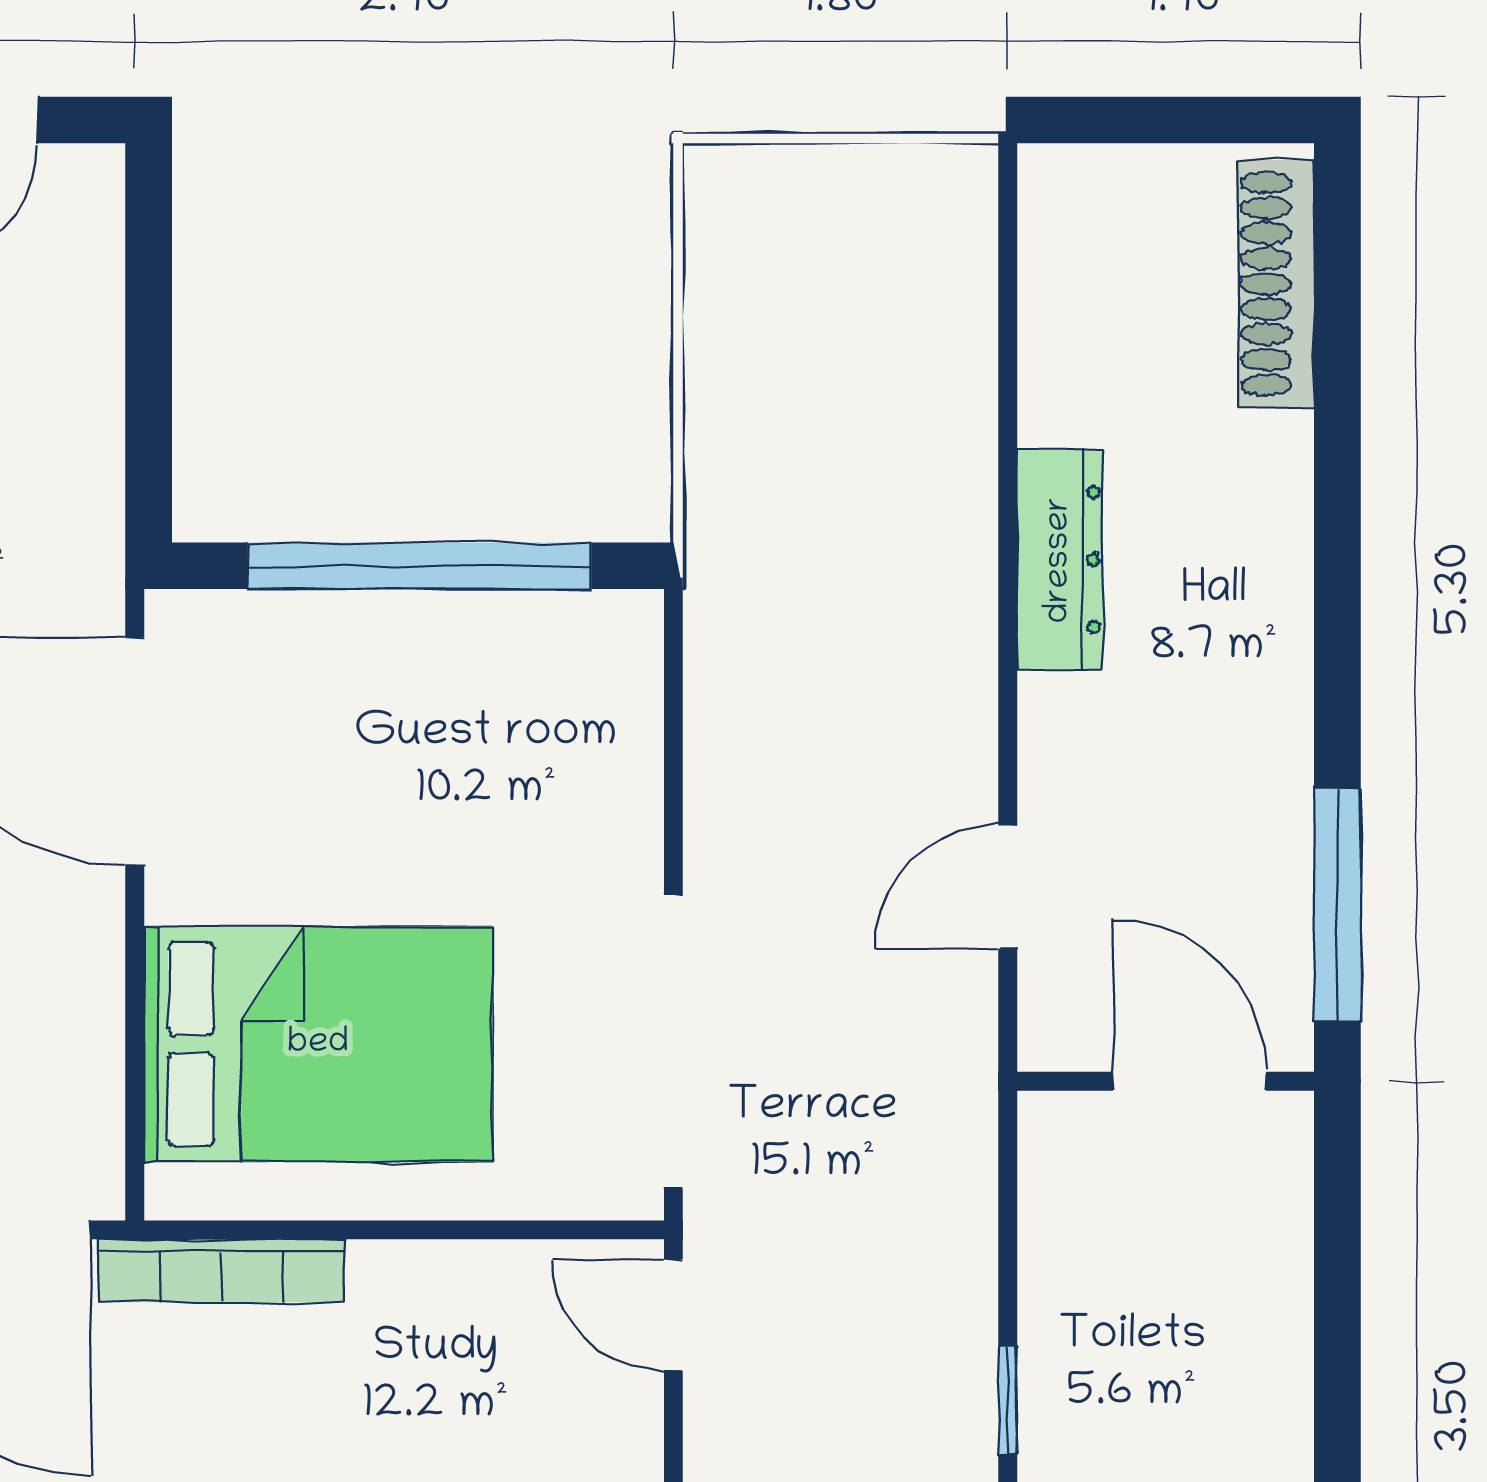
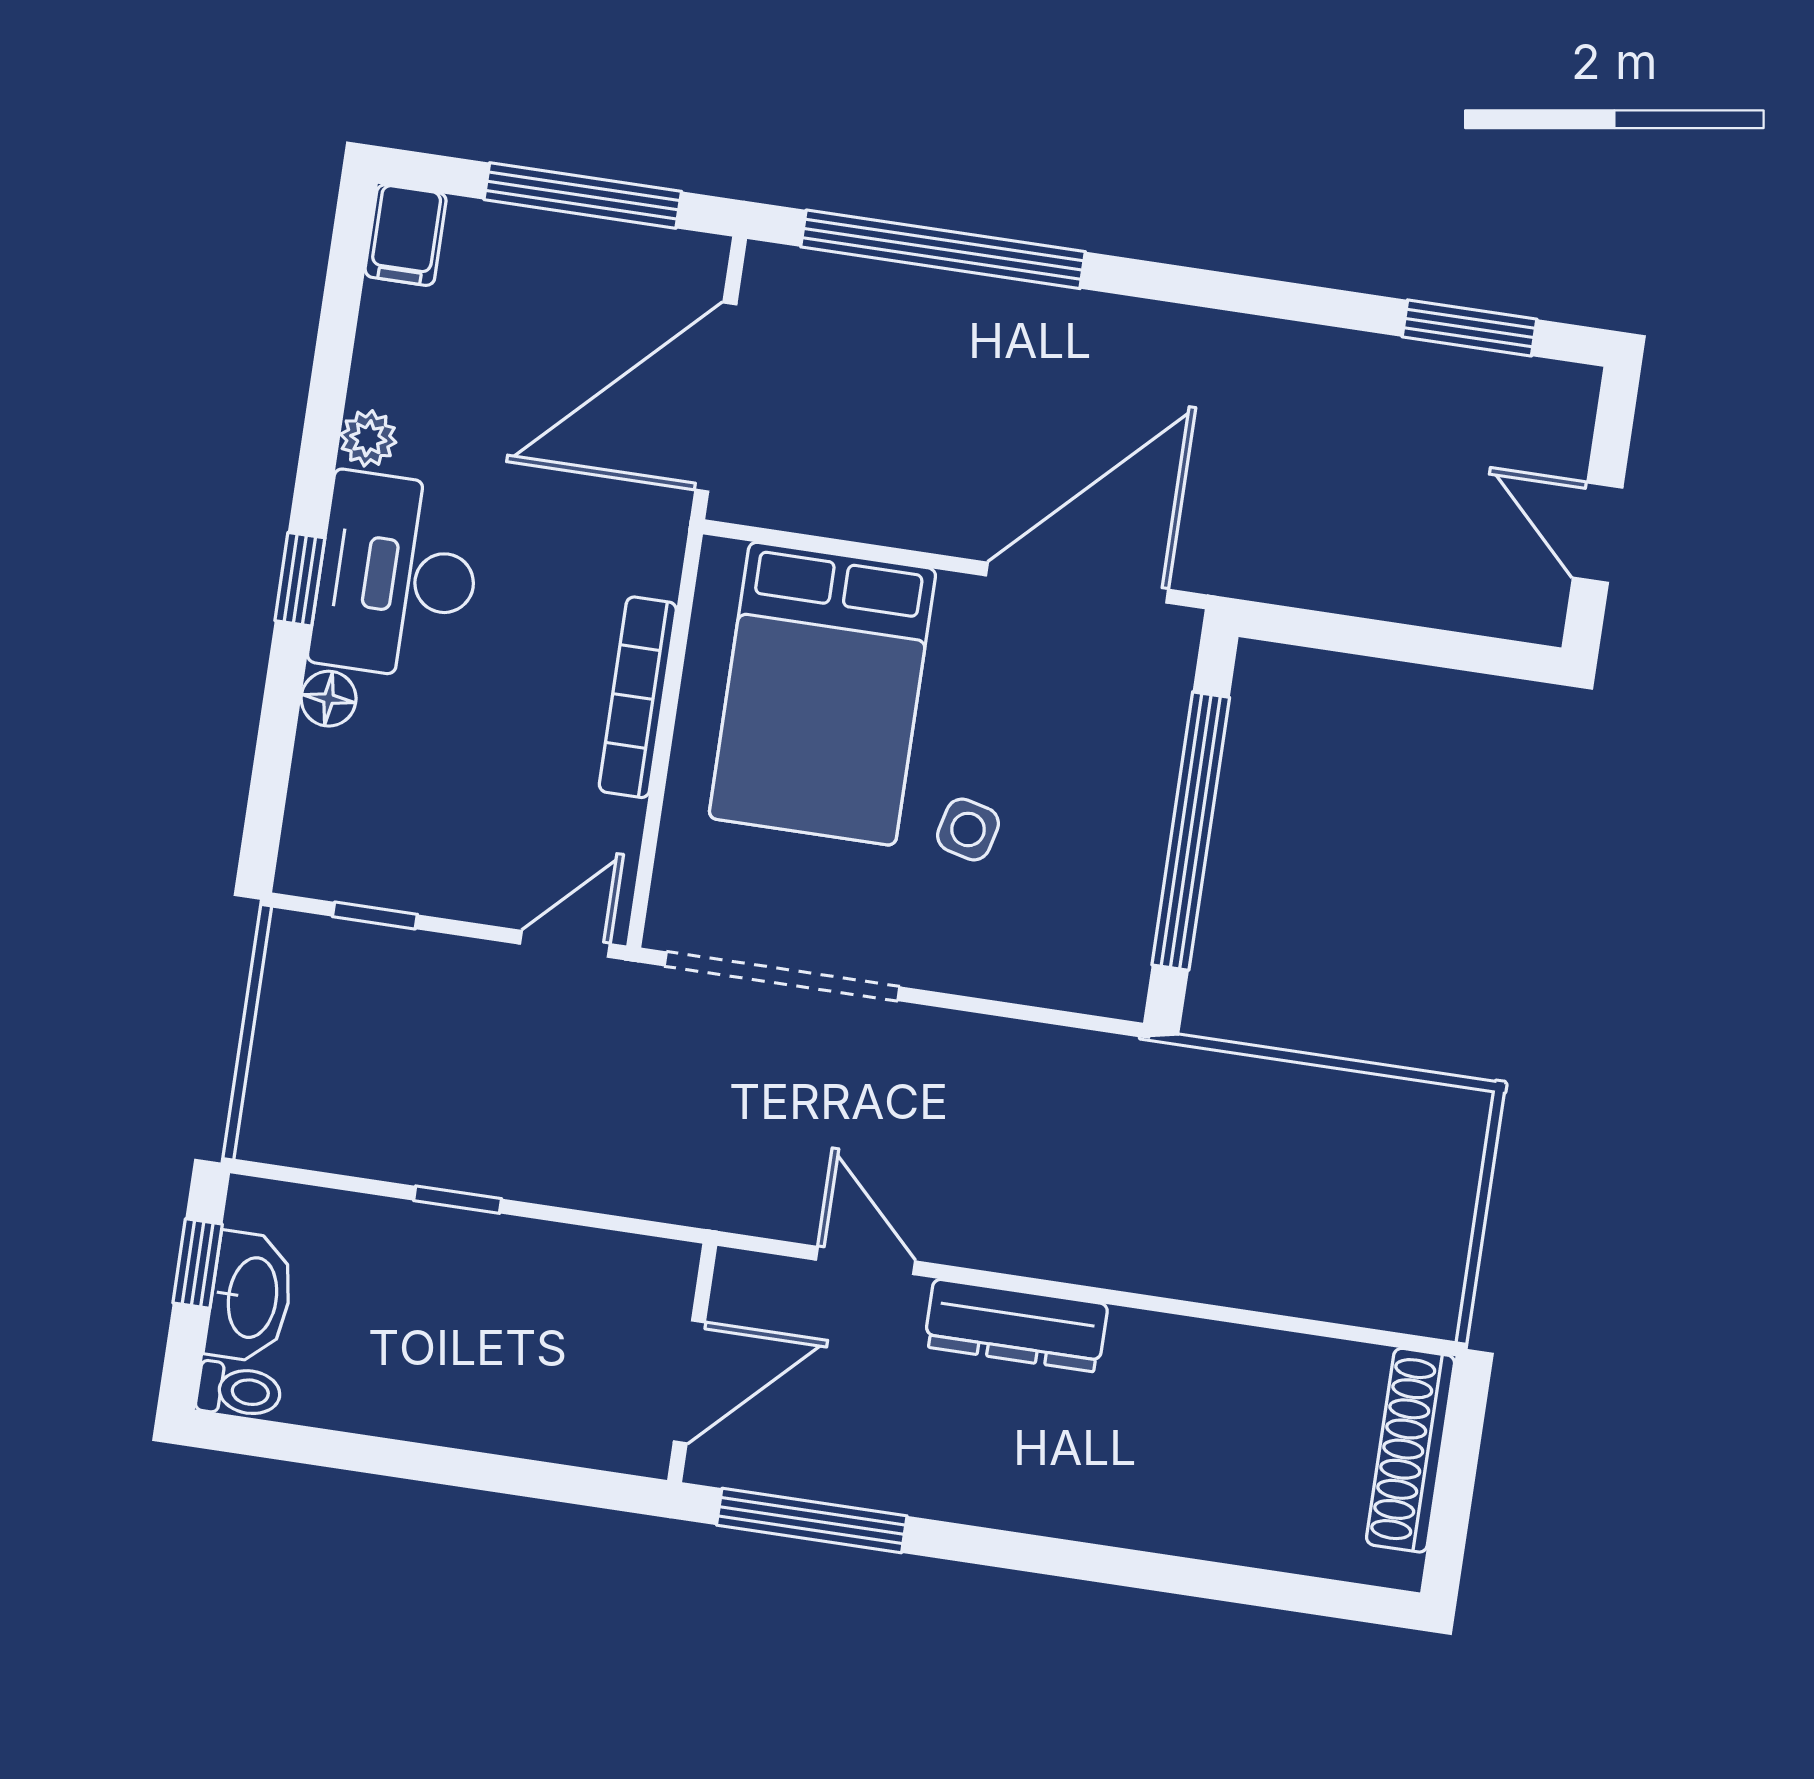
shoe rack: (1276, 284) -> (1411, 1450), moved, turned -90
dresser: (1060, 560) -> (1016, 1325), moved
side table: (459, 840) -> (968, 829), added
bookcase: (221, 1271) -> (638, 697), moved

